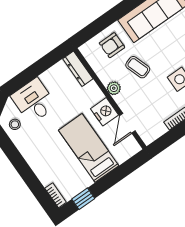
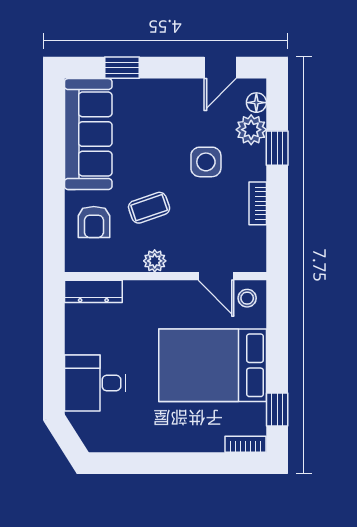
nightstand: (105, 112) -> (178, 296), removed
stool: (15, 124) -> (247, 298), moved
bed: (89, 148) -> (213, 365), width x1.50

